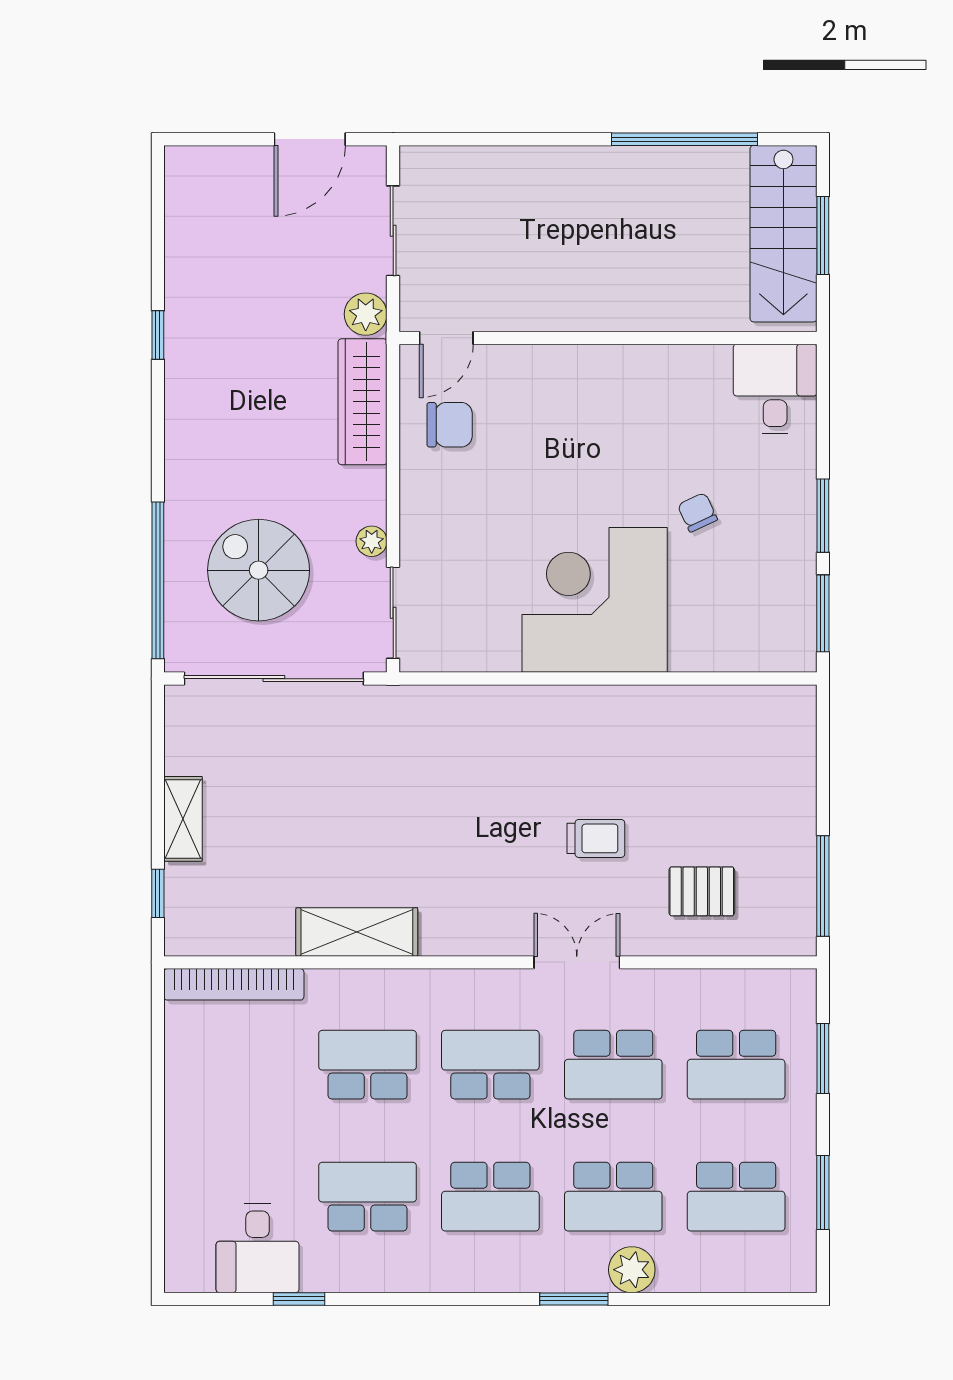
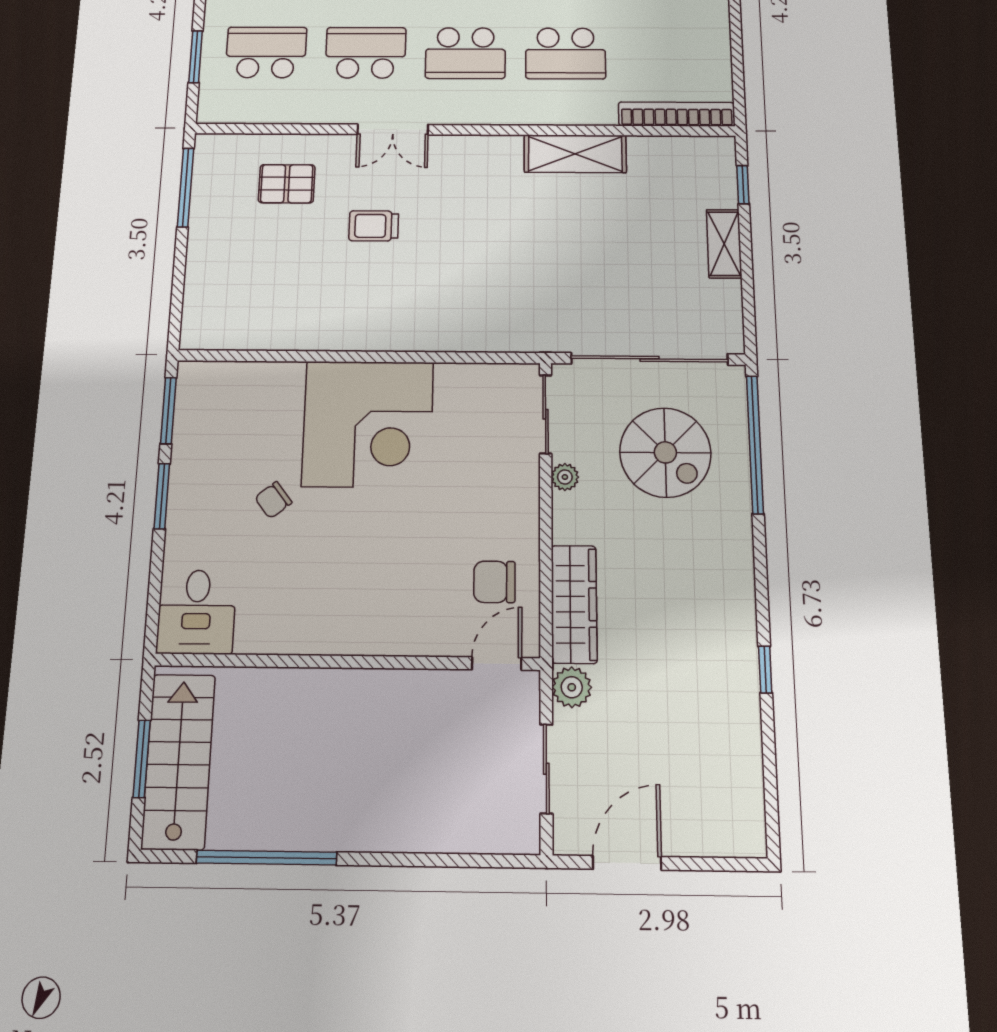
chair: (697, 512) -> (273, 500), turned 77

